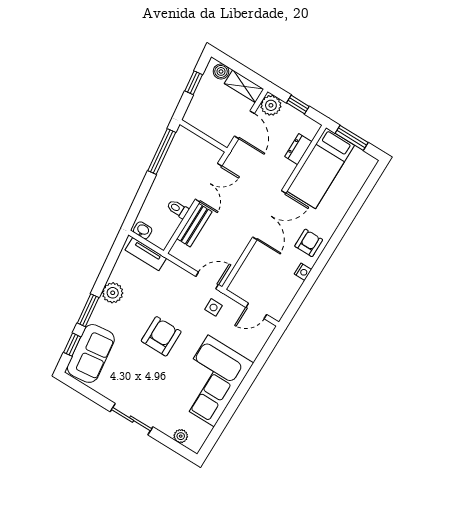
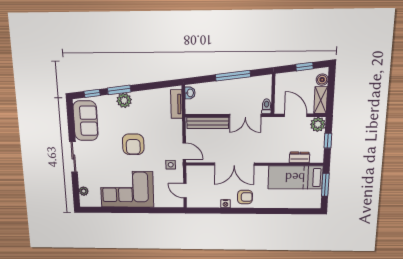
door: (244, 125) -> (296, 115), swing flipped
window: (162, 152) -> (233, 76), moved
toilet: (178, 209) -> (266, 106), moved
double door: (269, 215) -> (234, 164), moved
bench: (194, 225) -> (208, 123), width x1.36
plant: (113, 293) -> (124, 100), moved
armchair: (161, 336) -> (133, 144), turned 90
sofa: (91, 353) -> (86, 121), moved, turned -83

